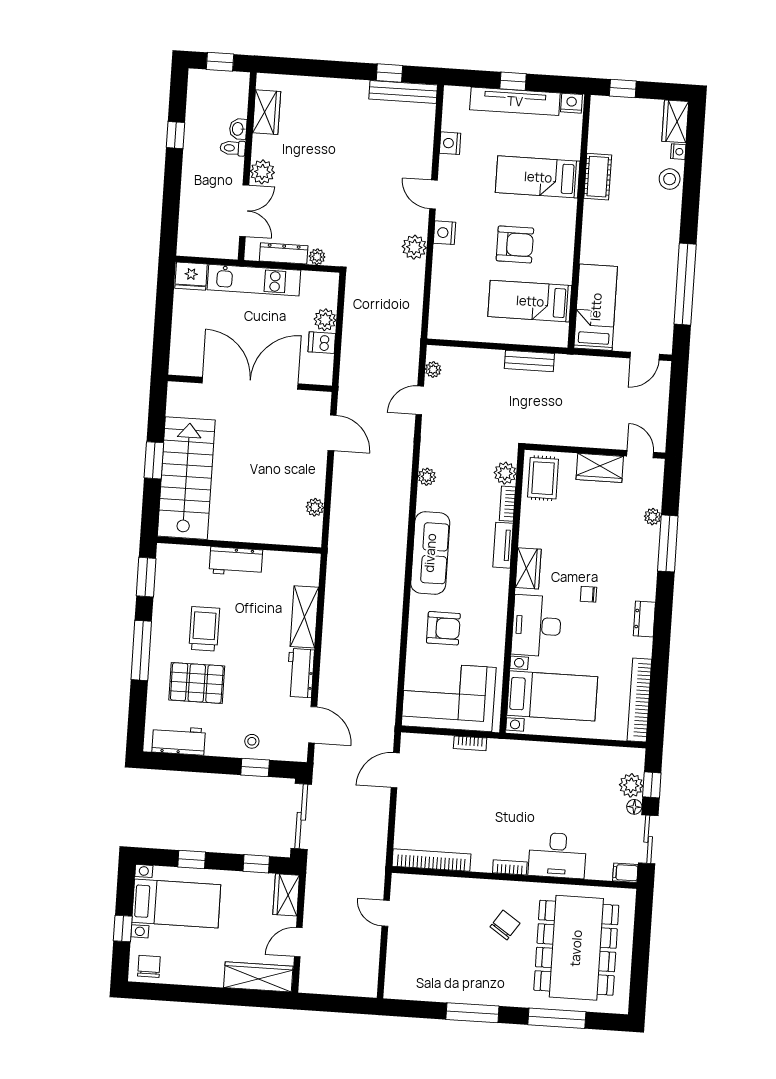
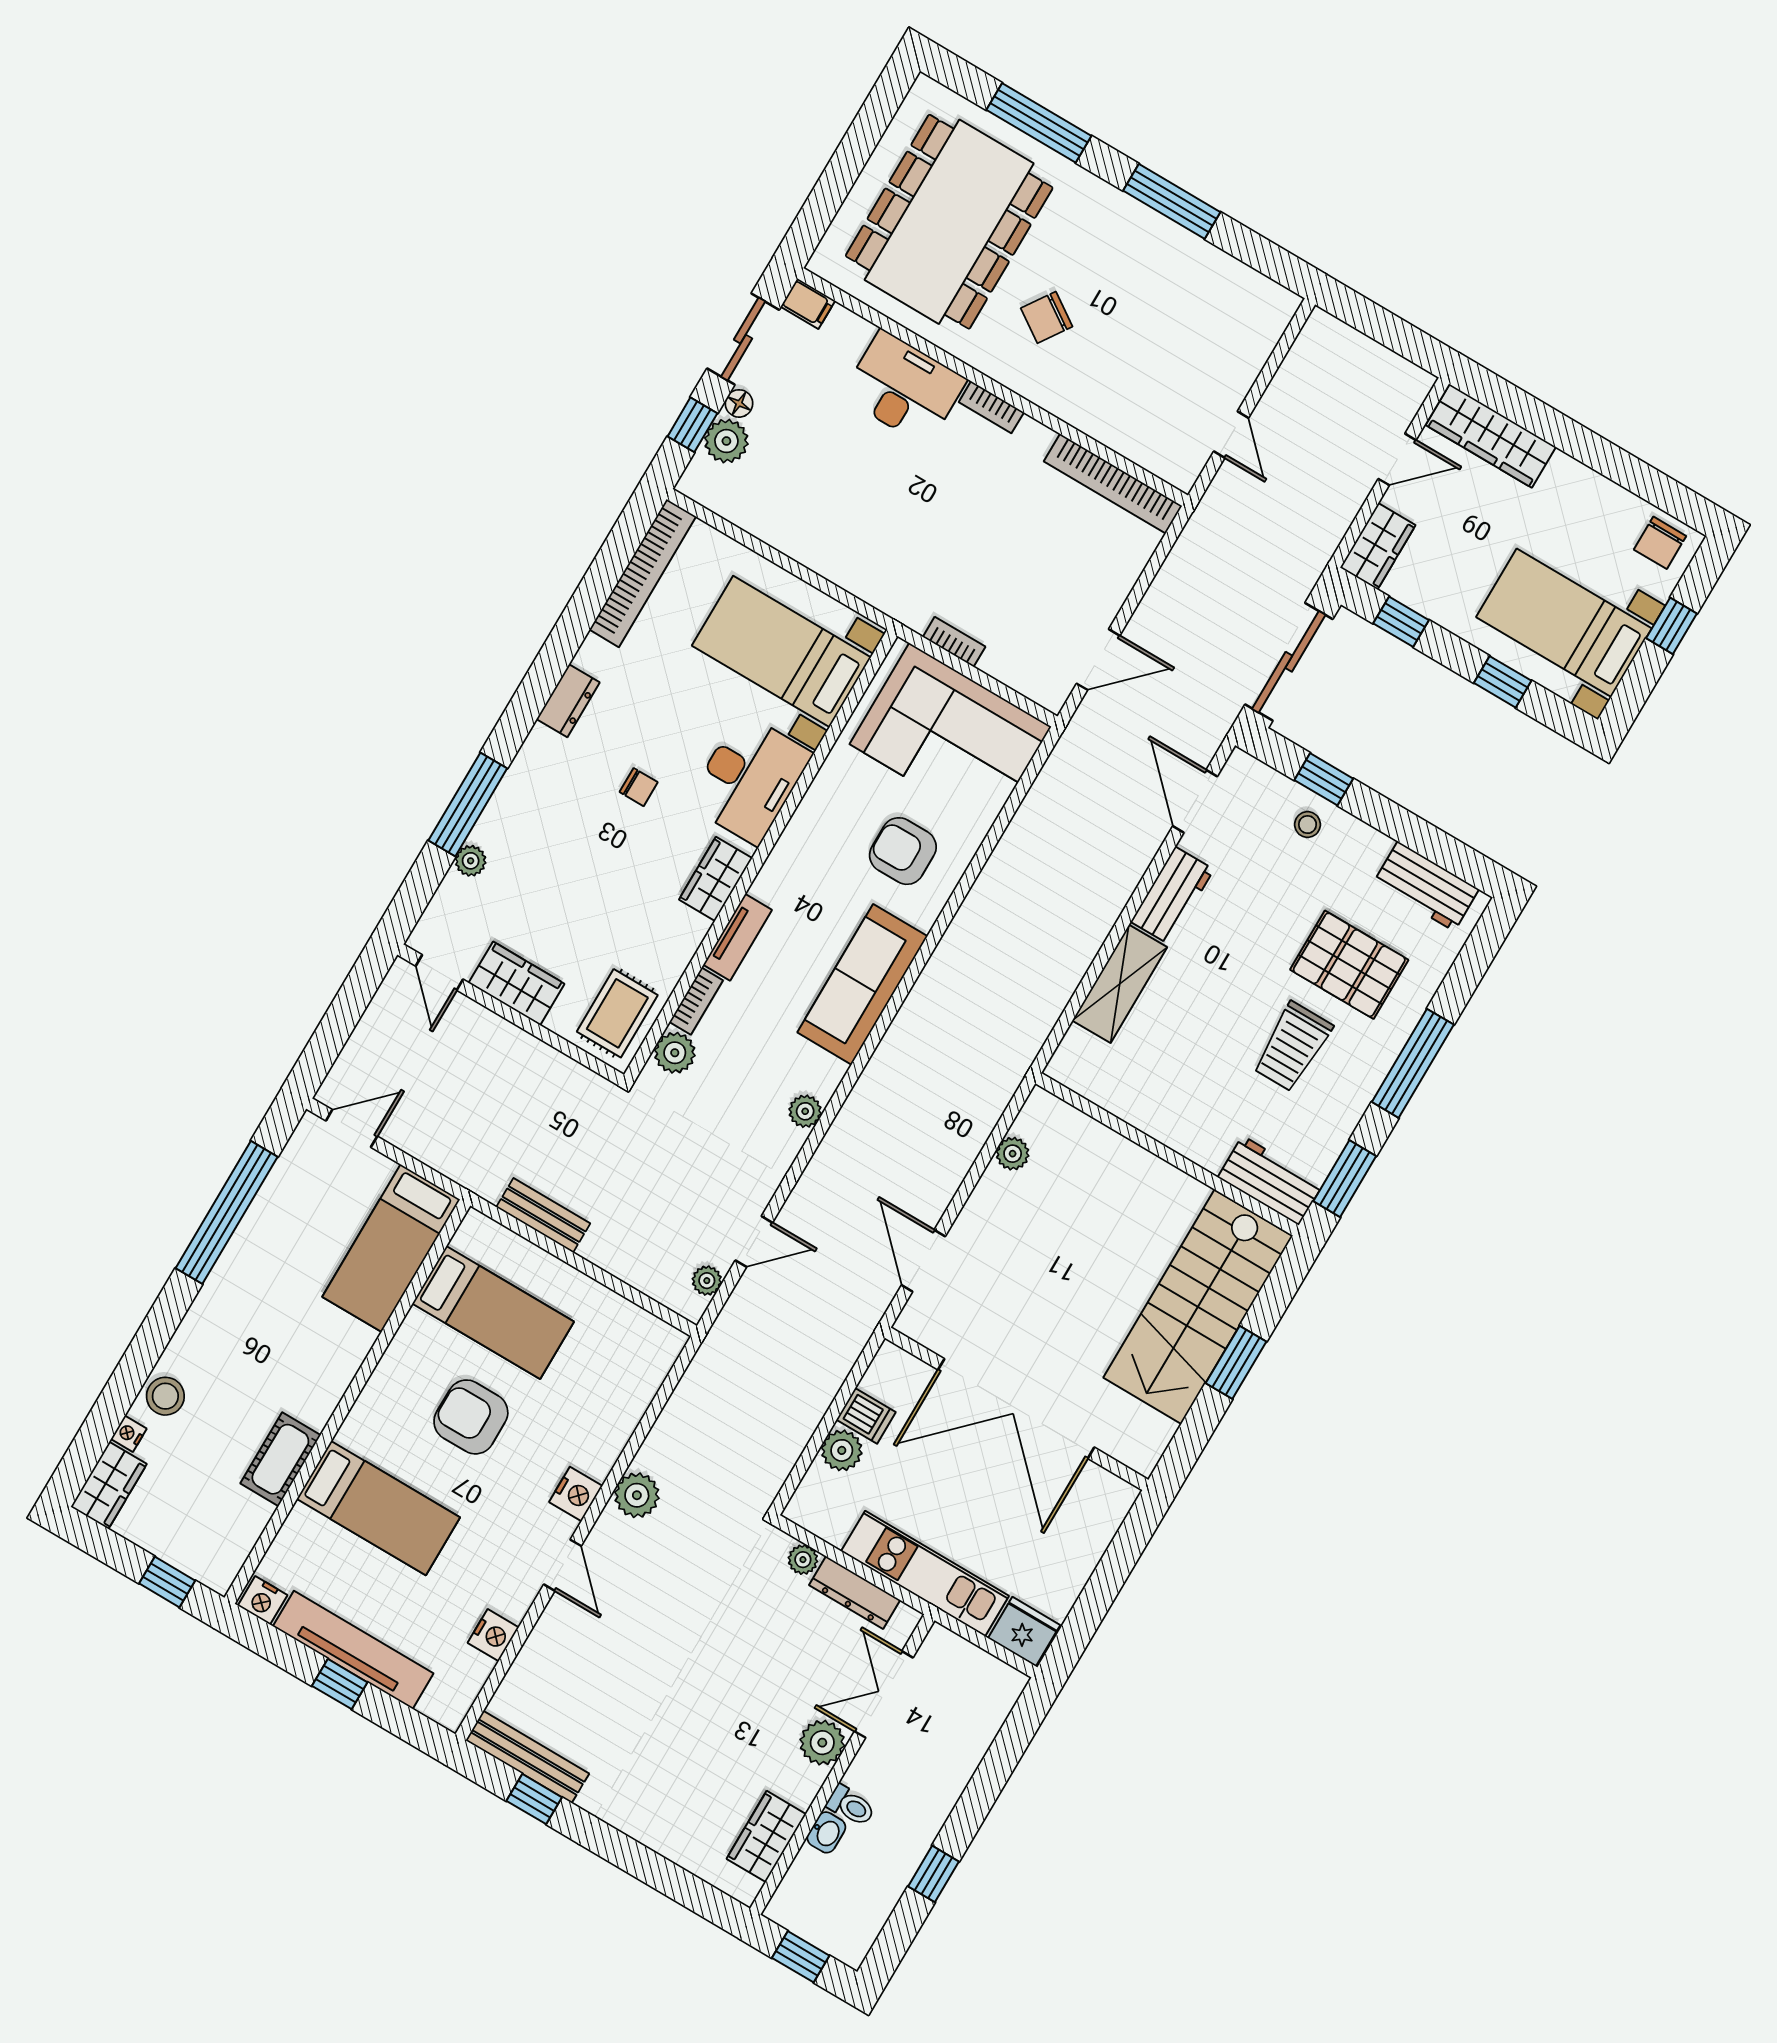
workbench: (236, 562) -> (1271, 1180), moved

